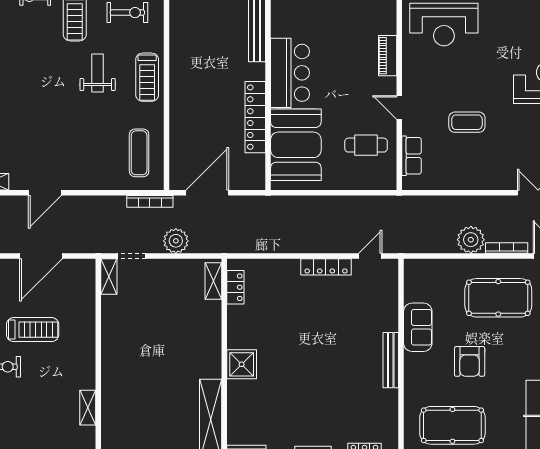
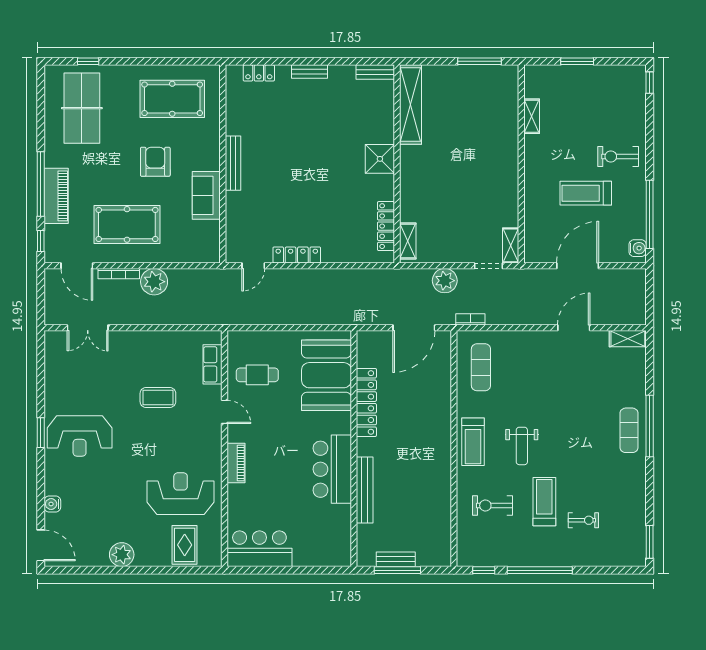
bar counter: (290, 73) -> (332, 469), moved
treadmill: (147, 77) -> (473, 442), turned 180
bookcase: (150, 201) -> (470, 319), width x0.64
locker: (235, 287) -> (386, 226), width x1.53

